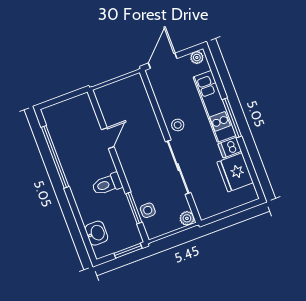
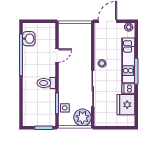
plant: (187, 218) -> (82, 117), width x1.88, depth x1.88
washbasin: (96, 233) -> (29, 39), moved

